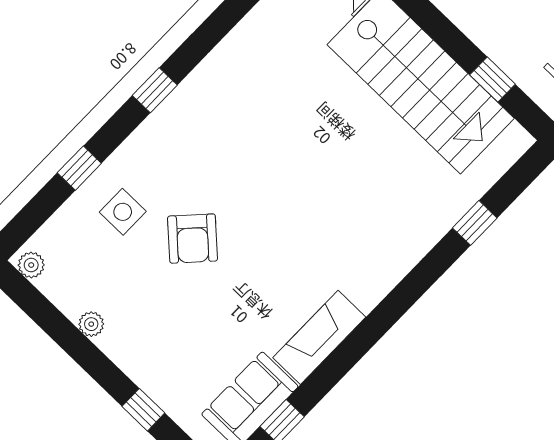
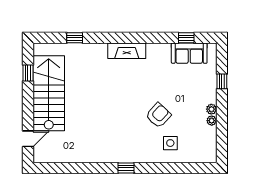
window: (79, 168) -> (170, 168), removed
plant: (31, 265) -> (211, 109), moved
fireplace: (319, 337) -> (127, 51), moved

